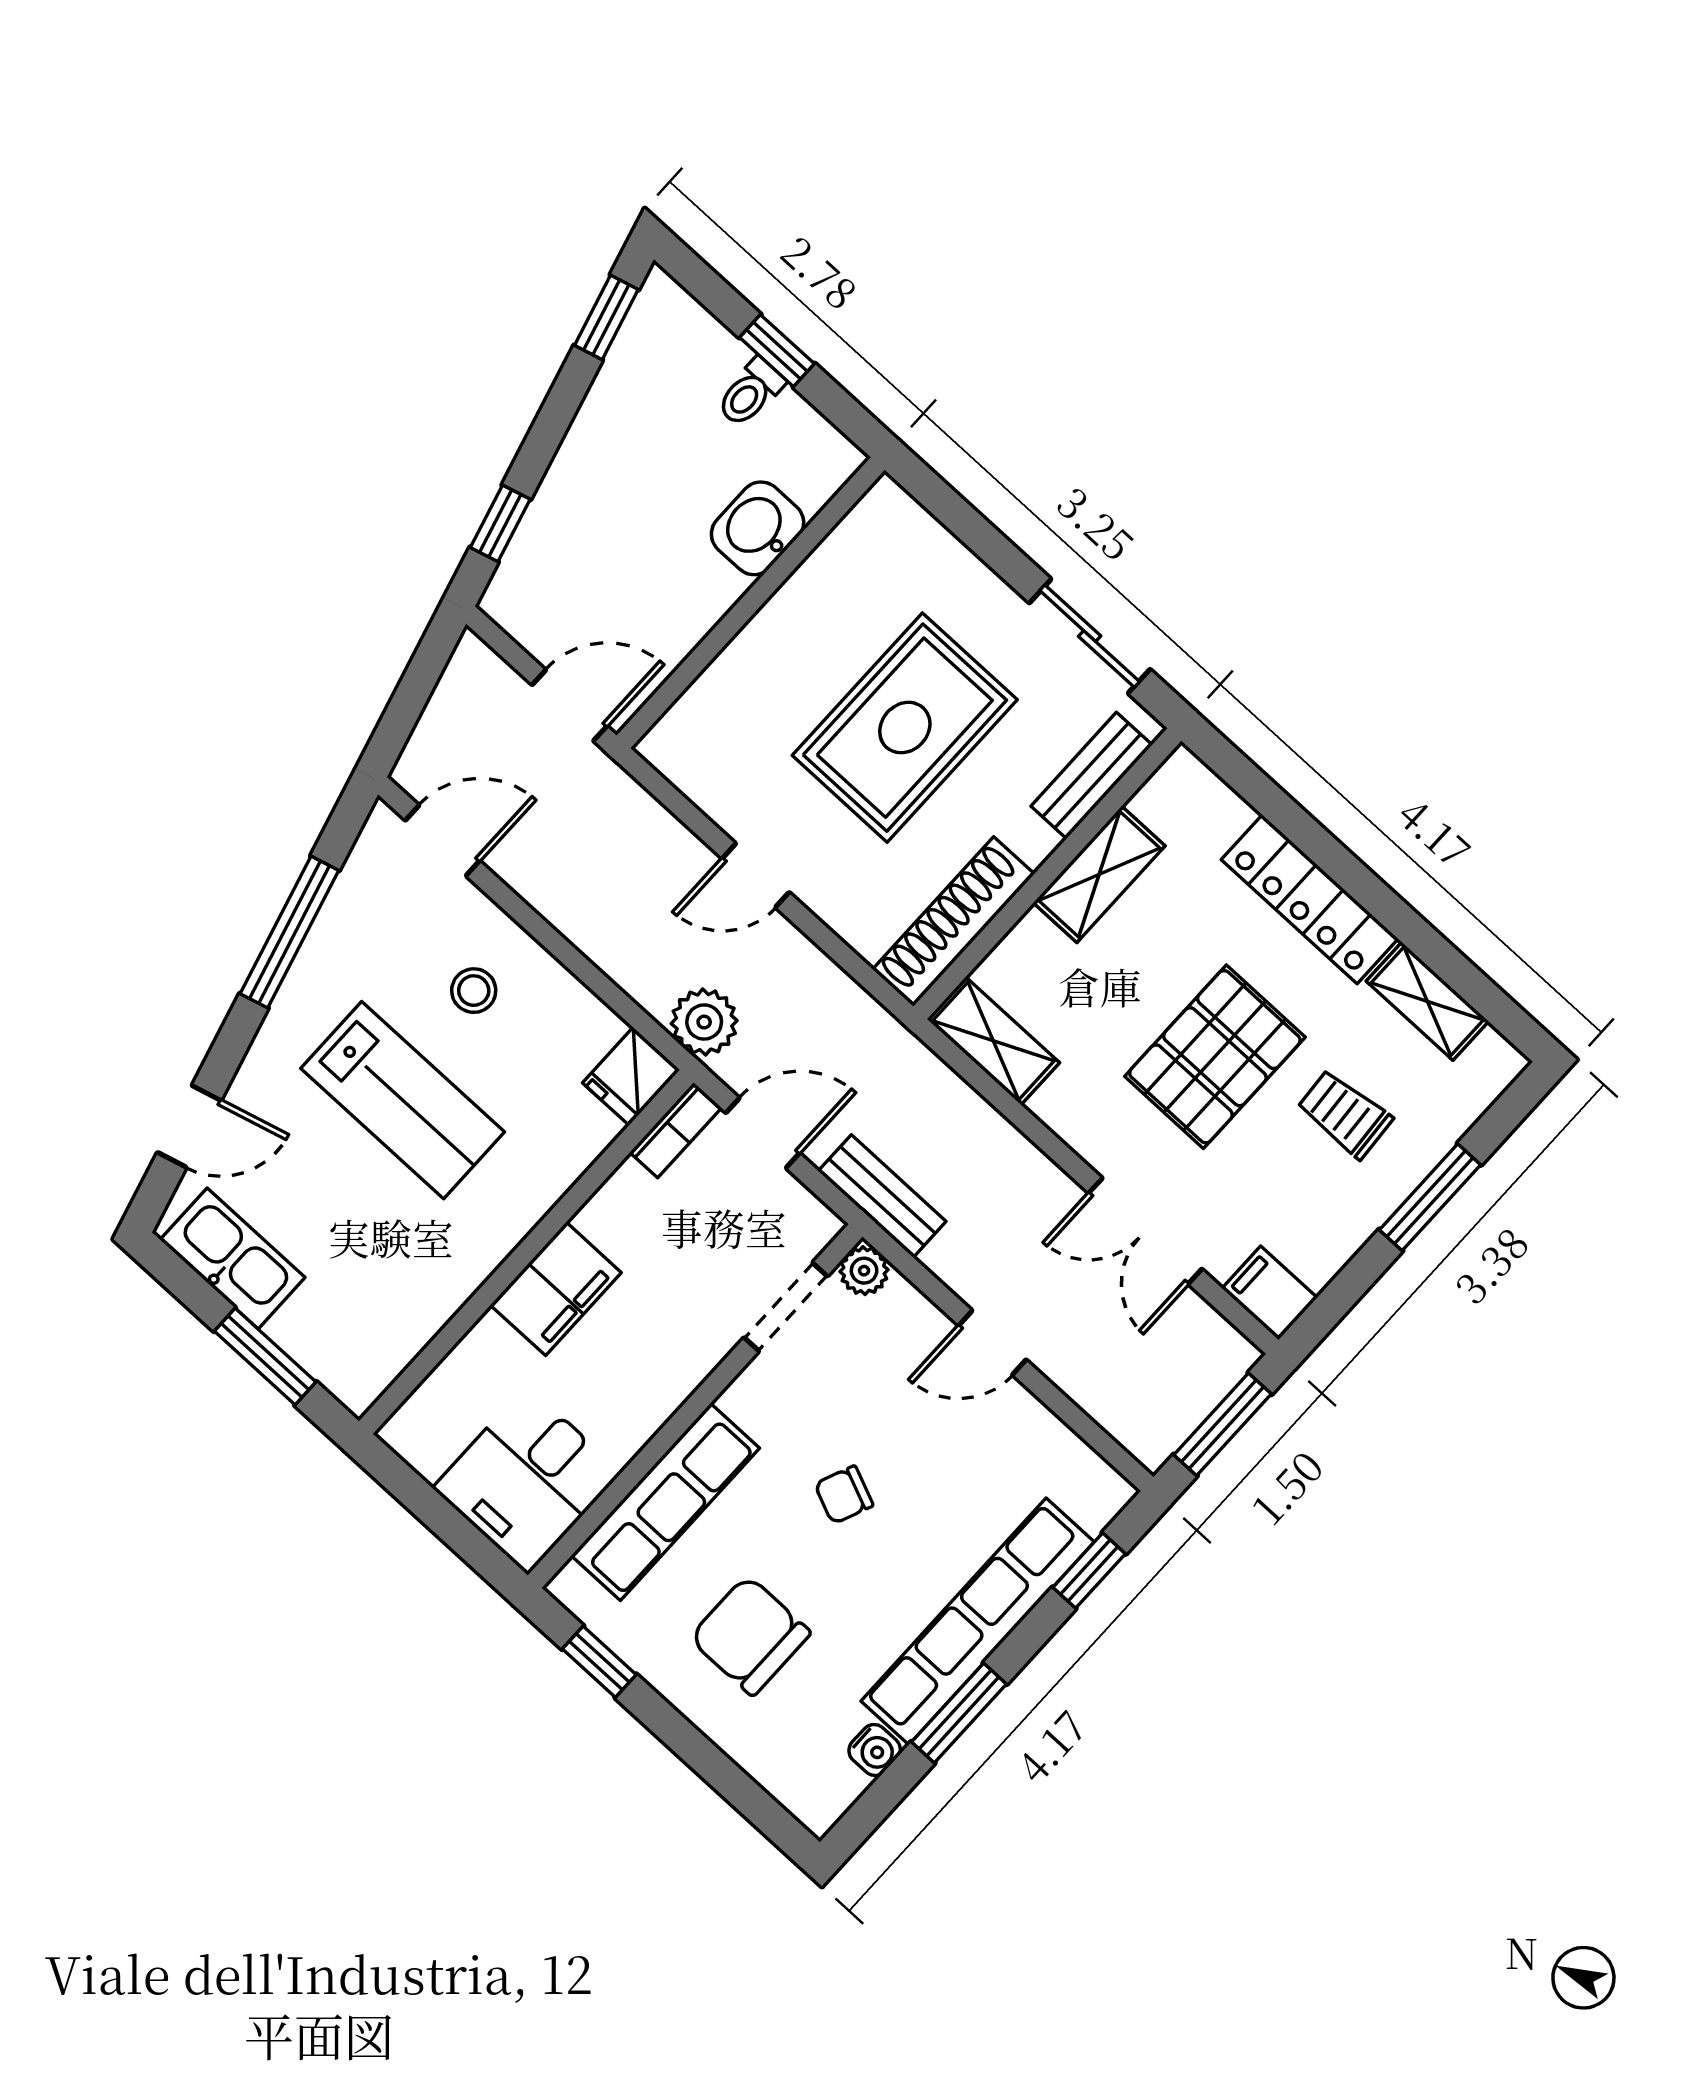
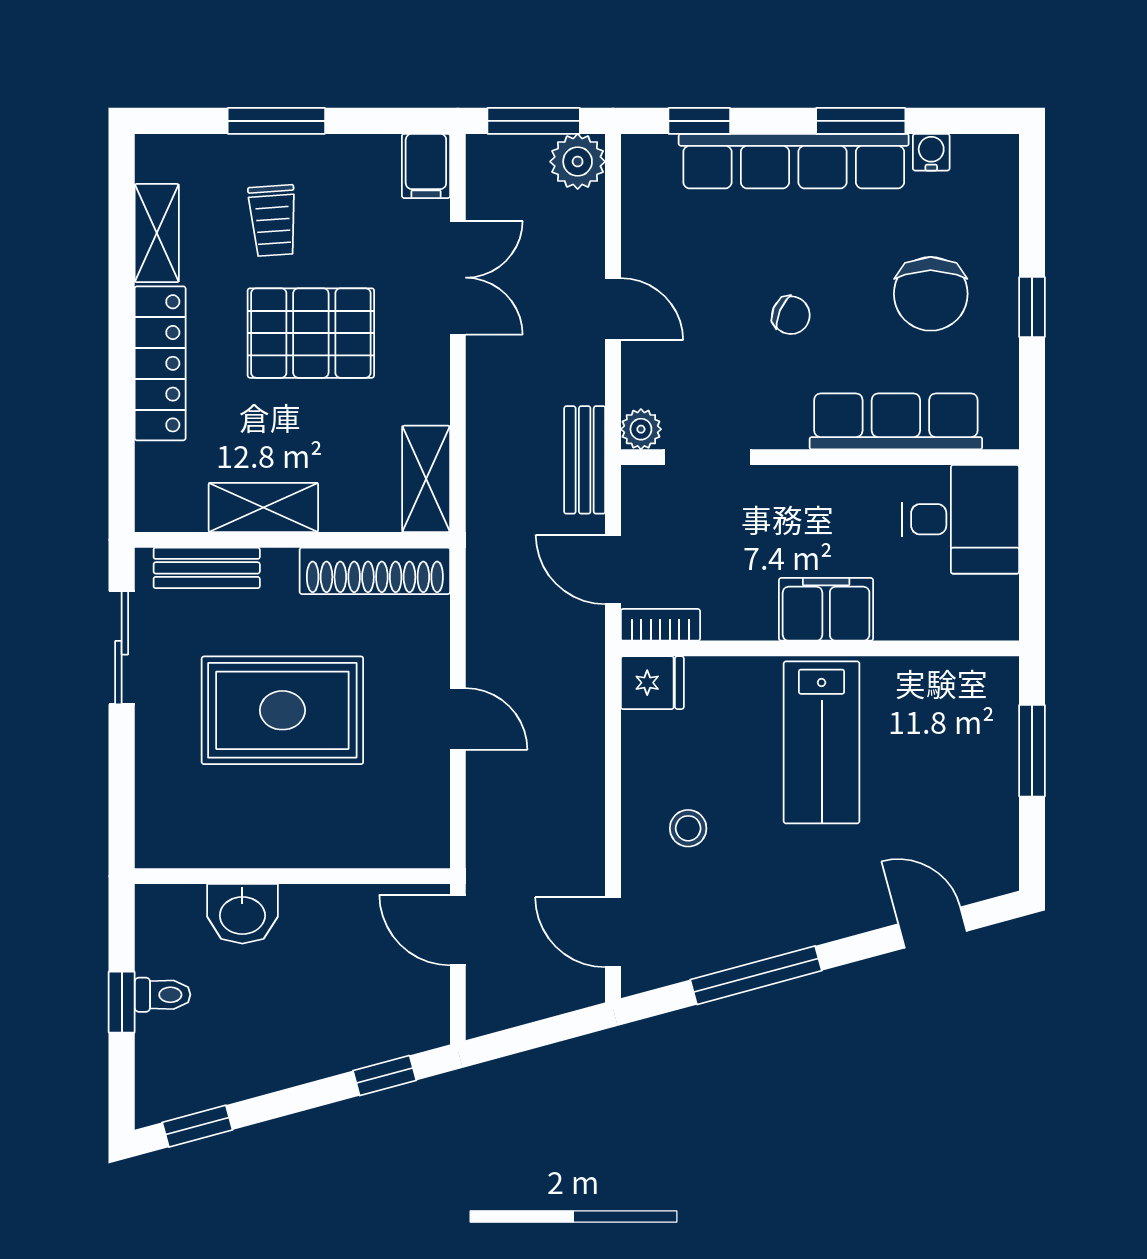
plant: (704, 1022) -> (578, 162), moved
lab bench: (403, 1100) -> (822, 742), moved, turned 180
kitchen sink: (233, 1259) -> (990, 826), removed
window: (599, 1662) -> (1032, 307), moved

